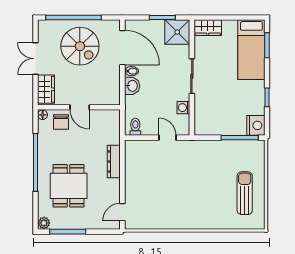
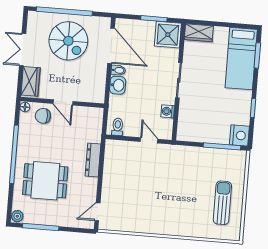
chair: (61, 122) -> (43, 116), turned 90
dining table: (69, 186) -> (45, 181), turned 90

